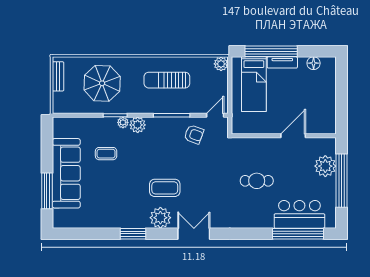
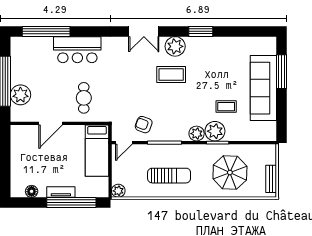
bed: (254, 84) -> (97, 151), moved, turned 180
plant: (123, 122) -> (215, 131), width x1.87, depth x1.87
cafe table: (257, 181) -> (84, 98), moved, turned 90
bar counter: (299, 214) -> (77, 50), moved

